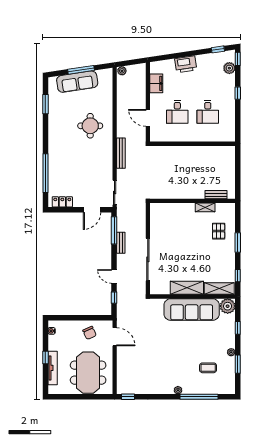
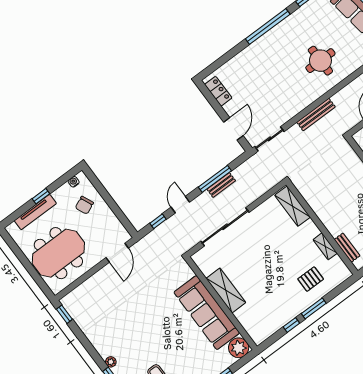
window: (45, 173) -> (268, 26), moved
door: (92, 210) -> (233, 129), swing flipped
window: (114, 230) -> (215, 179), moved
window: (238, 276) -> (291, 325), moved
shelving: (219, 288) -> (293, 206), moved
chair: (90, 333) -> (84, 205), moved

